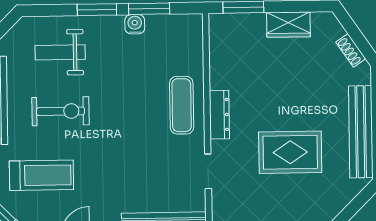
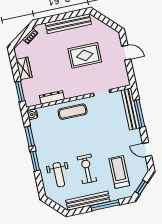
water cooler: (135, 24) -> (32, 114), moved
dresser: (219, 115) -> (52, 97), moved
rug: (290, 152) -> (85, 55), turned 90

